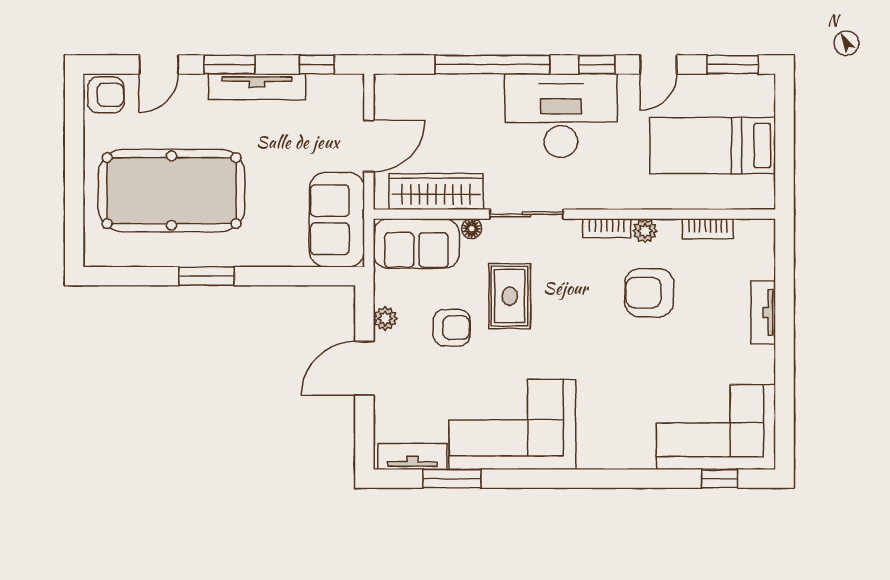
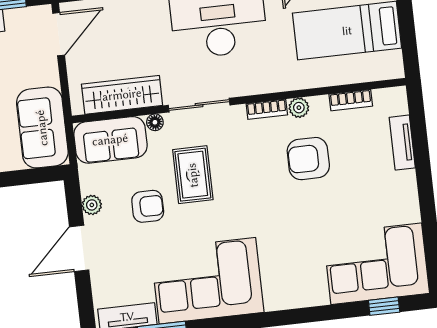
door: (369, 146) -> (59, 34), moved
tv unit: (763, 312) -> (402, 143), moved

